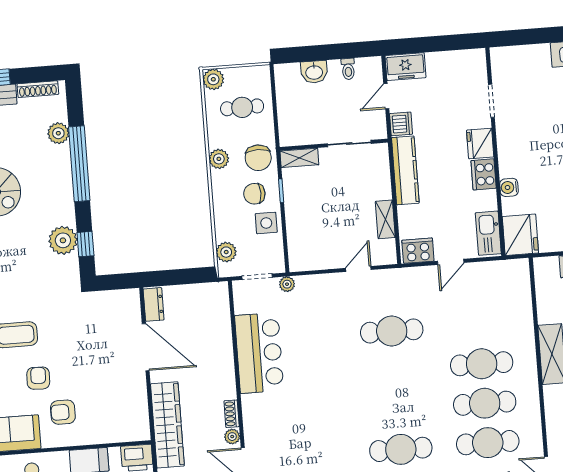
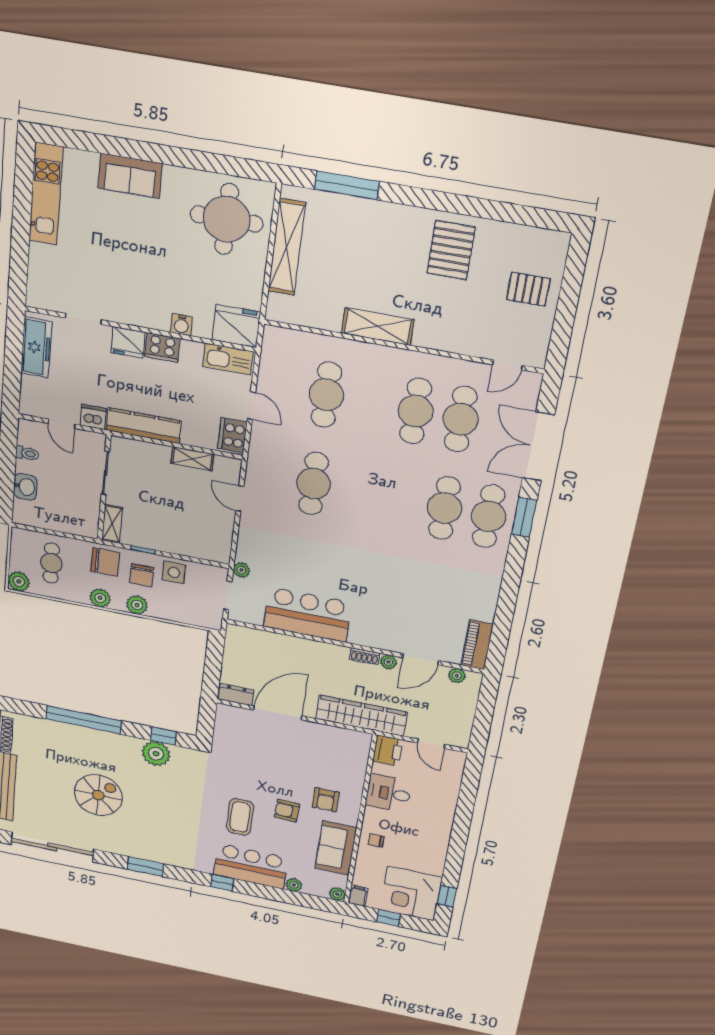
freezer: (406, 67) -> (36, 347), moved, width x1.40
plant: (58, 133) -> (51, 729), removed
plant: (226, 252) -> (137, 605), moved
cafe table: (482, 364) -> (326, 395), moved

